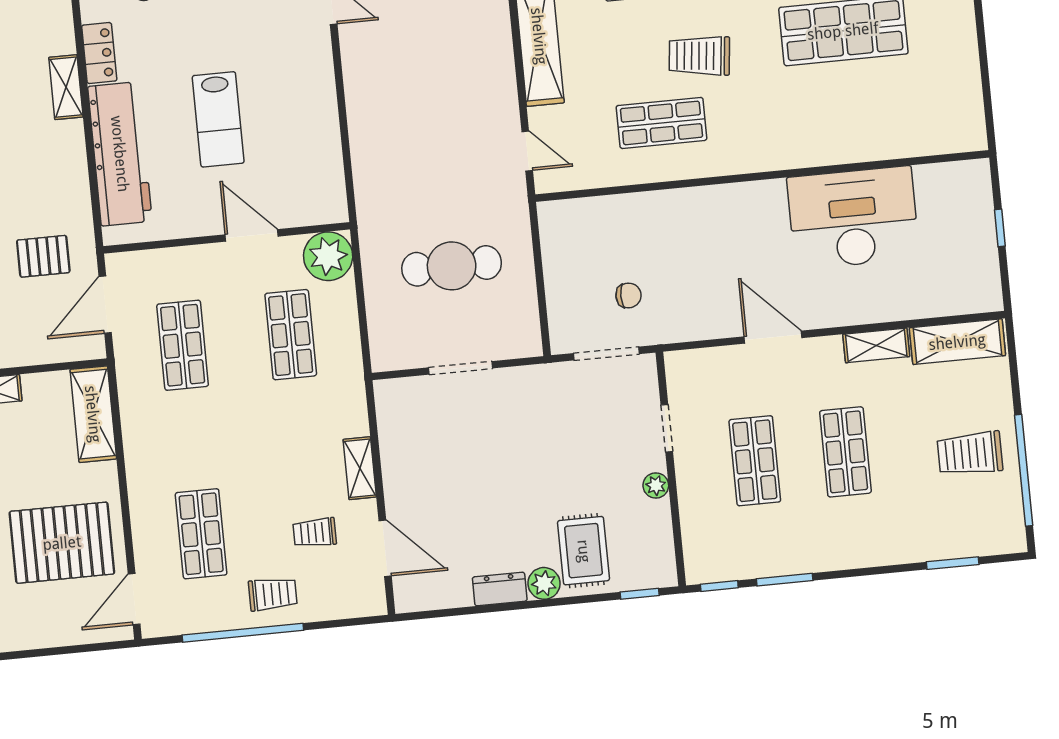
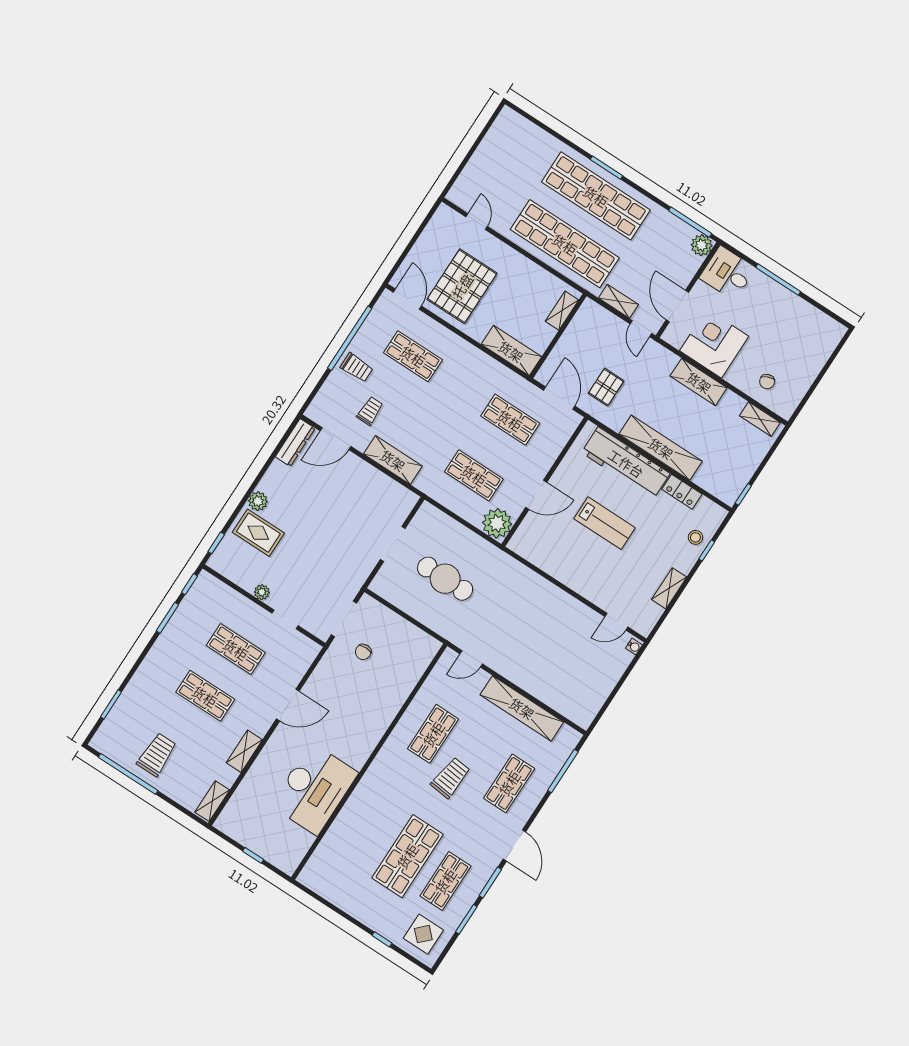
shelving: (66, 87) -> (661, 448), width x2.20, depth x1.33
lab bench: (218, 119) -> (605, 523), turned 180
cafe table: (452, 266) -> (445, 579), turned 90
shelving: (957, 342) -> (212, 801), width x0.67, depth x0.75
shelving: (360, 468) -> (393, 460), width x1.50, depth x1.33
dresser: (500, 589) -> (295, 443), moved, width x1.44
trolley: (273, 594) -> (357, 367), turned -90

